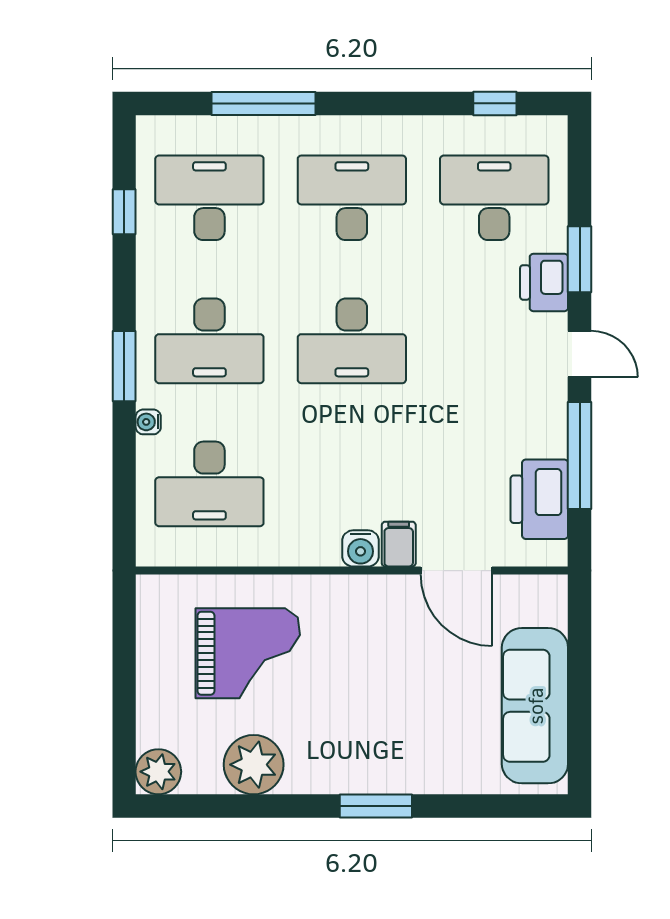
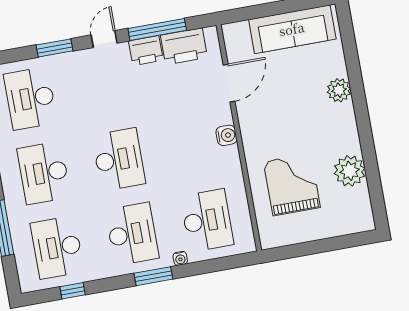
printer: (544, 282) -> (146, 51), moved
filing cabinet: (399, 544) -> (221, 116), removed
plant: (158, 772) -> (339, 90), moved
window: (376, 806) -> (360, 103), removed

